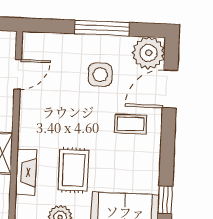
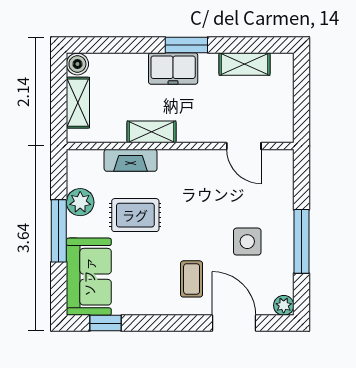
plant: (149, 53) -> (284, 305), width x0.53, depth x0.53

